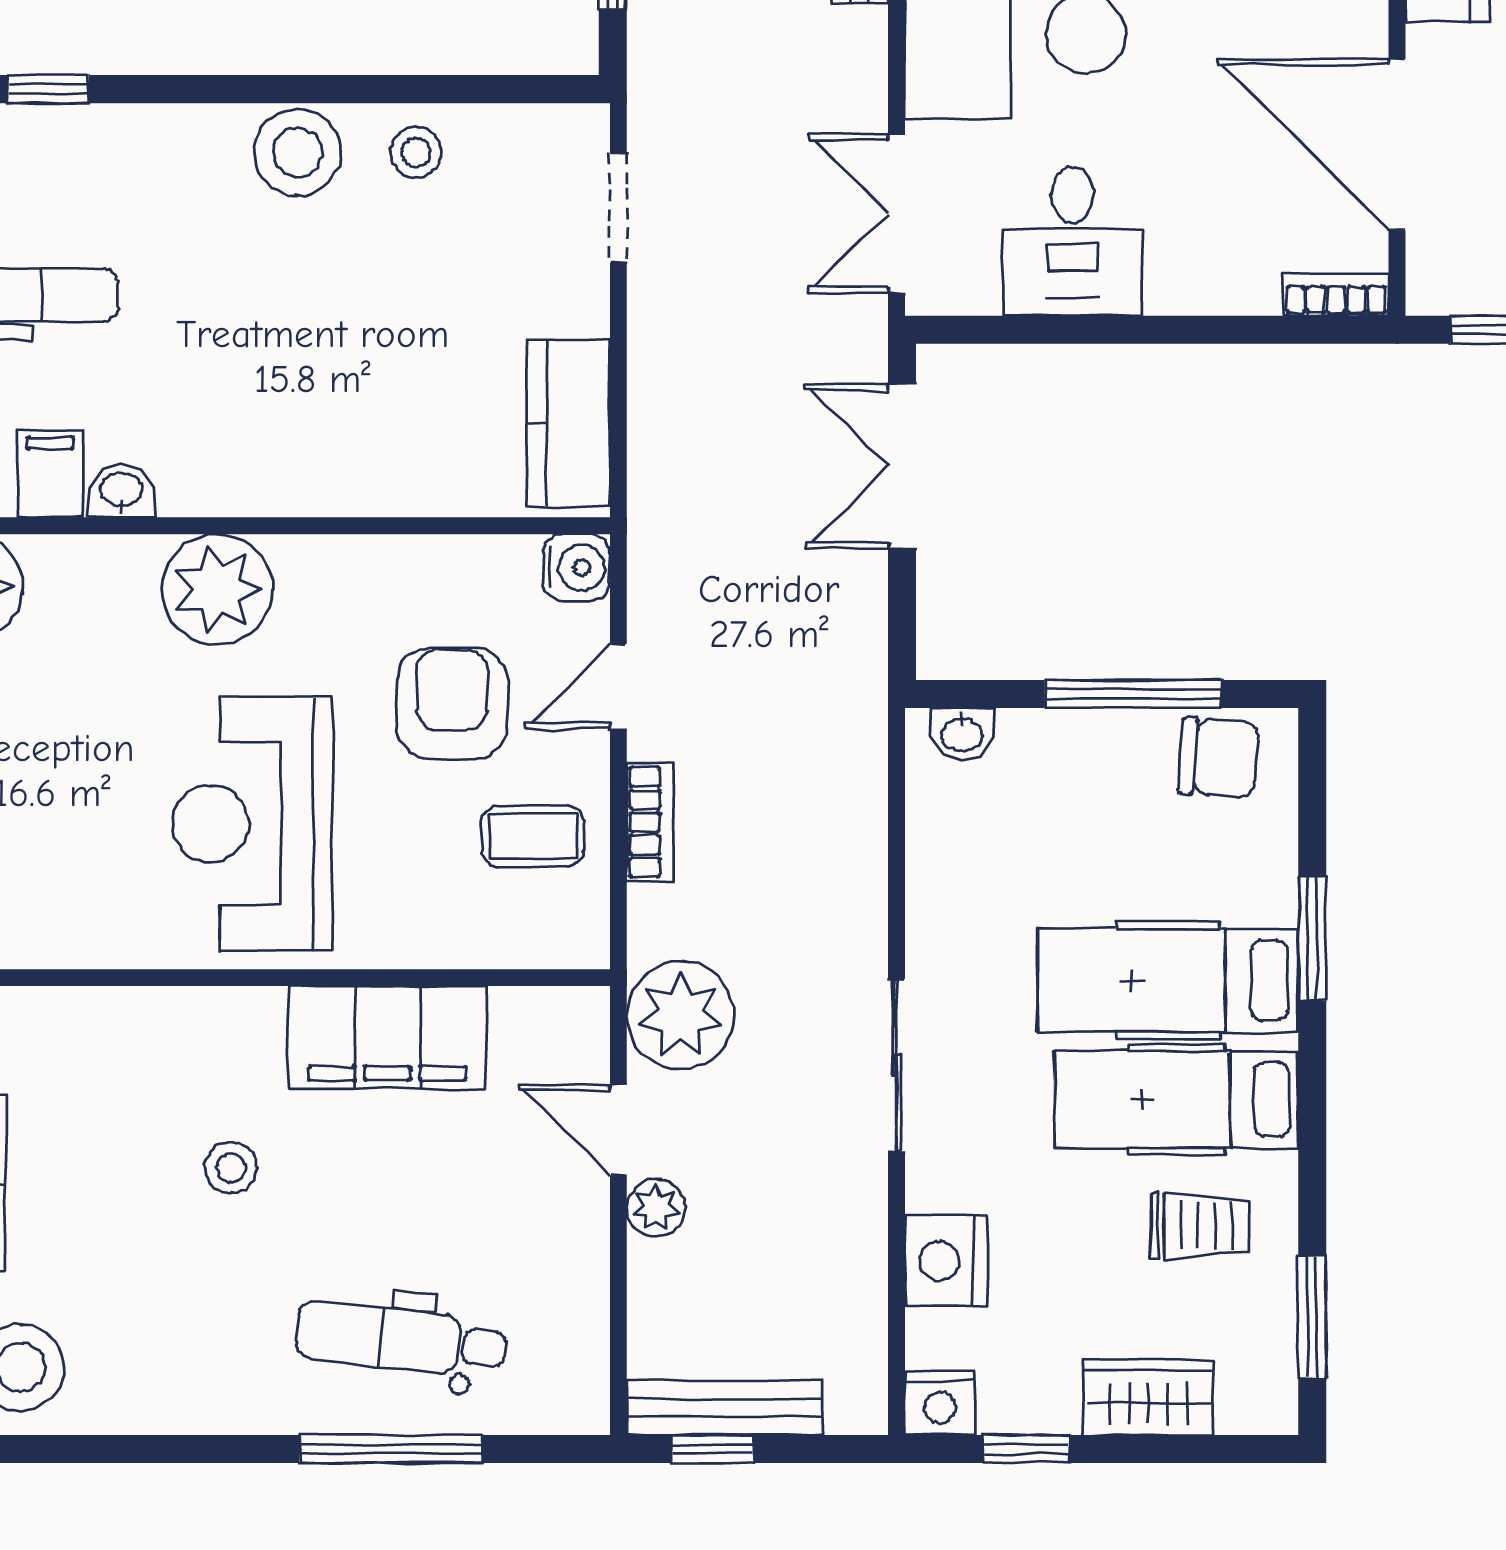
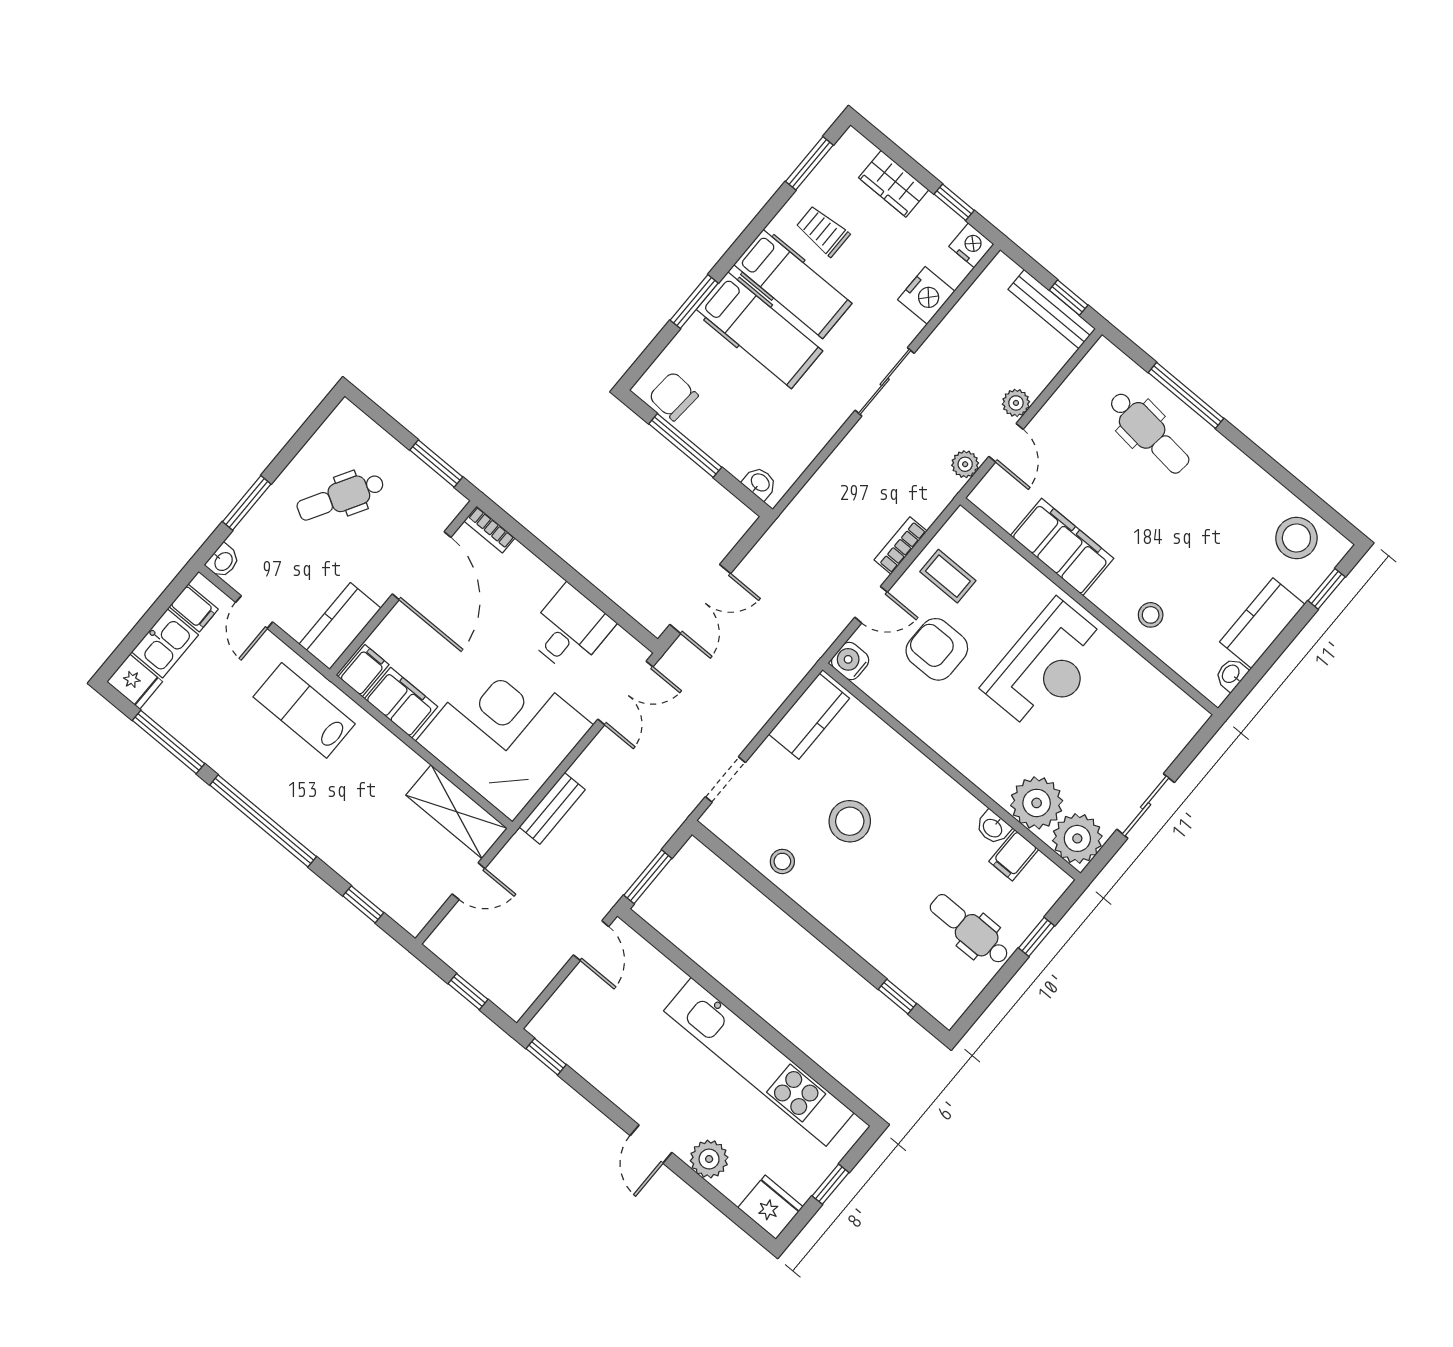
stool: (297, 152) -> (850, 821), moved
plant: (217, 589) -> (1037, 803), moved
armchair: (452, 703) -> (937, 649), turned 90
plant: (681, 1015) -> (965, 464), width x0.53, depth x0.53
stool: (231, 1168) -> (1151, 615), moved

